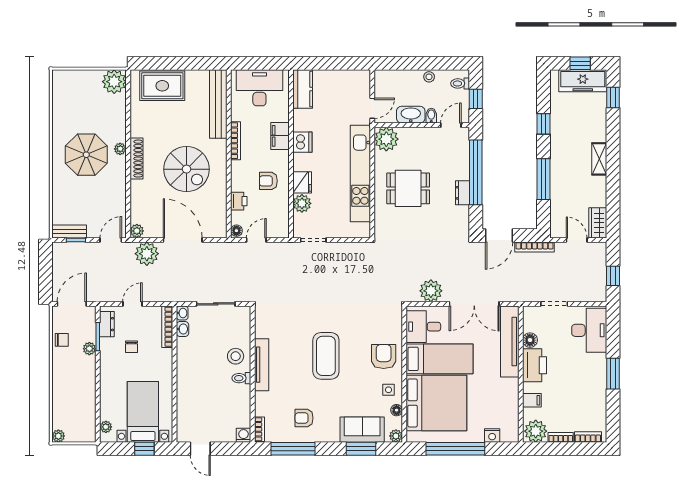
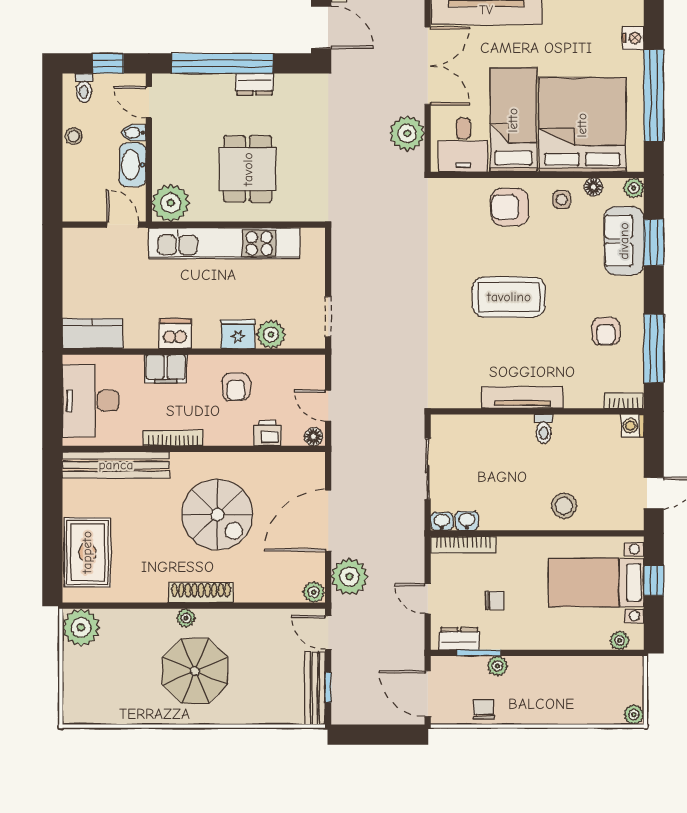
spiral stairs: (187, 169) -> (217, 515), turned 90
bench: (69, 232) -> (315, 688), width x1.36
stool: (236, 356) -> (564, 506), moved

